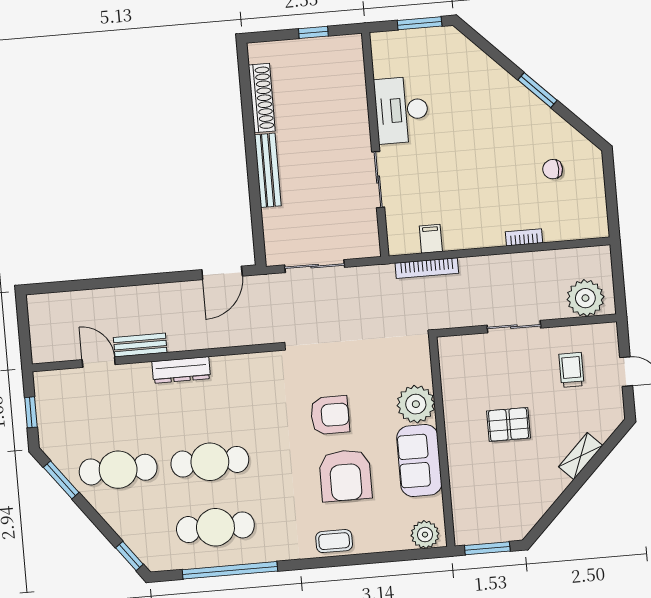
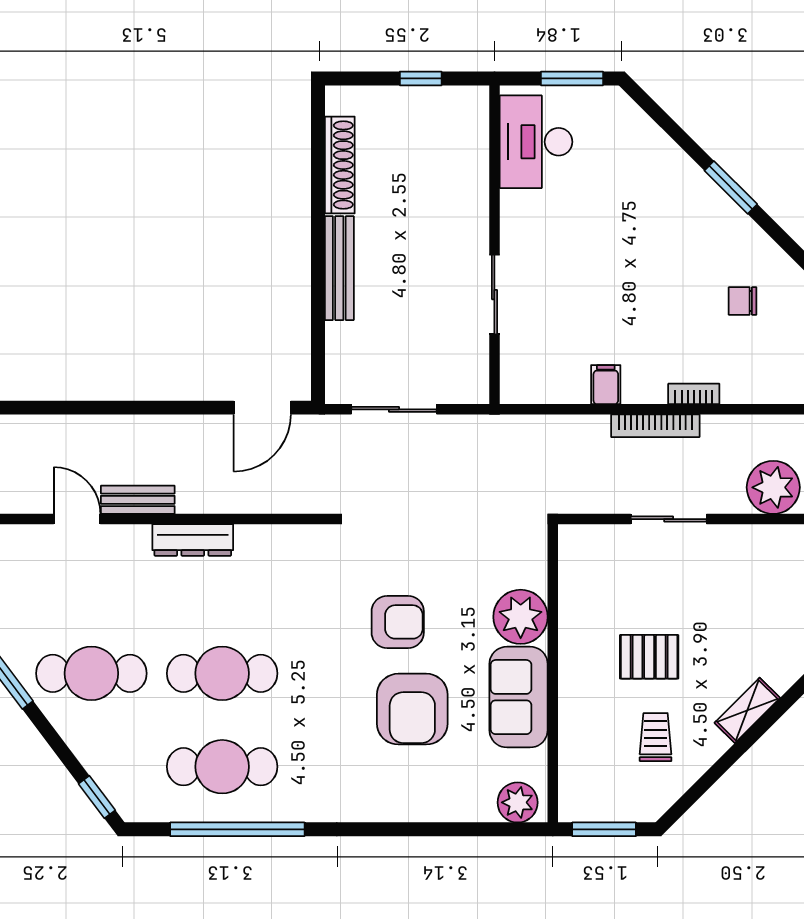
desk: (402, 110) -> (536, 142), moved
filing cabinet: (431, 239) -> (606, 385), moved
bookcase: (427, 268) -> (655, 426), moved
trolley: (572, 370) -> (656, 737), moved
coffee table: (334, 541) -> (388, 801), removed

